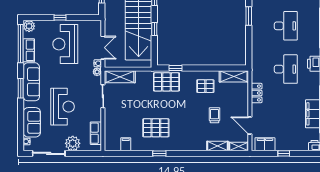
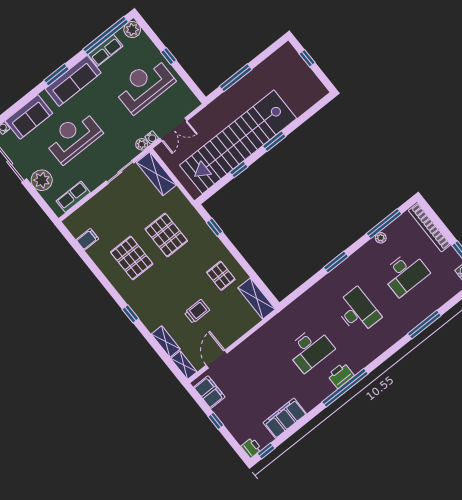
desk: (286, 26) -> (358, 311), turned -90
pallet: (166, 82) -> (166, 235), moved
locker: (257, 93) -> (258, 338), removed
reception desk: (63, 107) -> (73, 137), turned 180
window: (159, 153) -> (130, 314), moved

